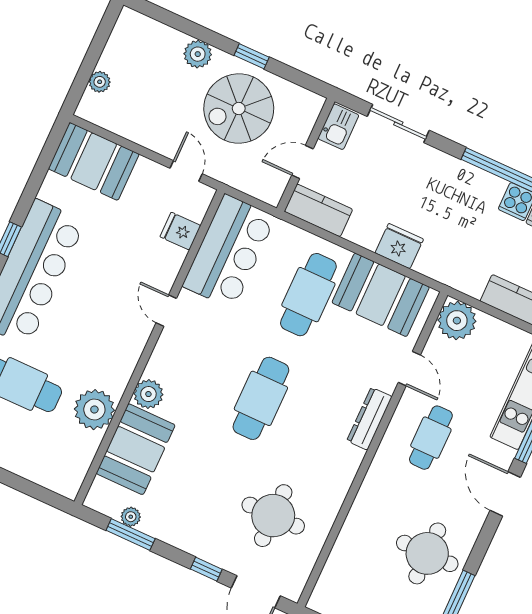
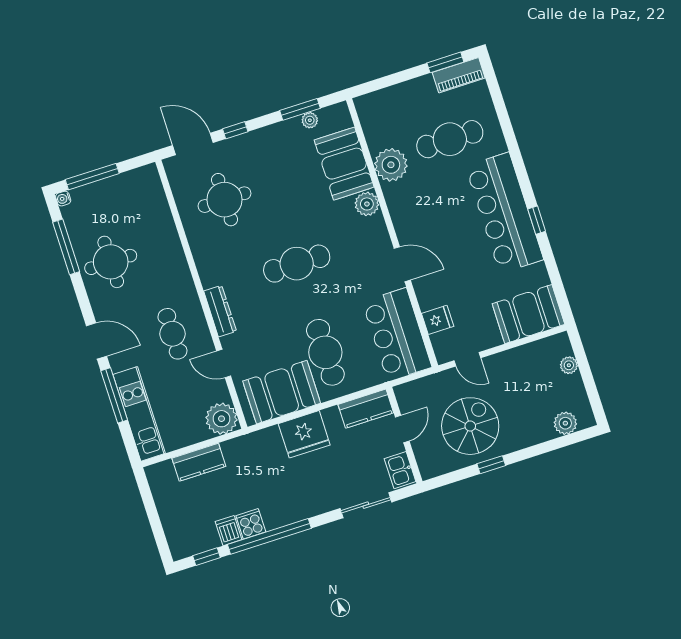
plant: (198, 54) -> (565, 423), moved
fridge: (399, 246) -> (304, 434), width x1.36, depth x1.34
door: (166, 311) -> (402, 264), width x1.38
cafe table: (261, 398) -> (297, 264), turned 90

